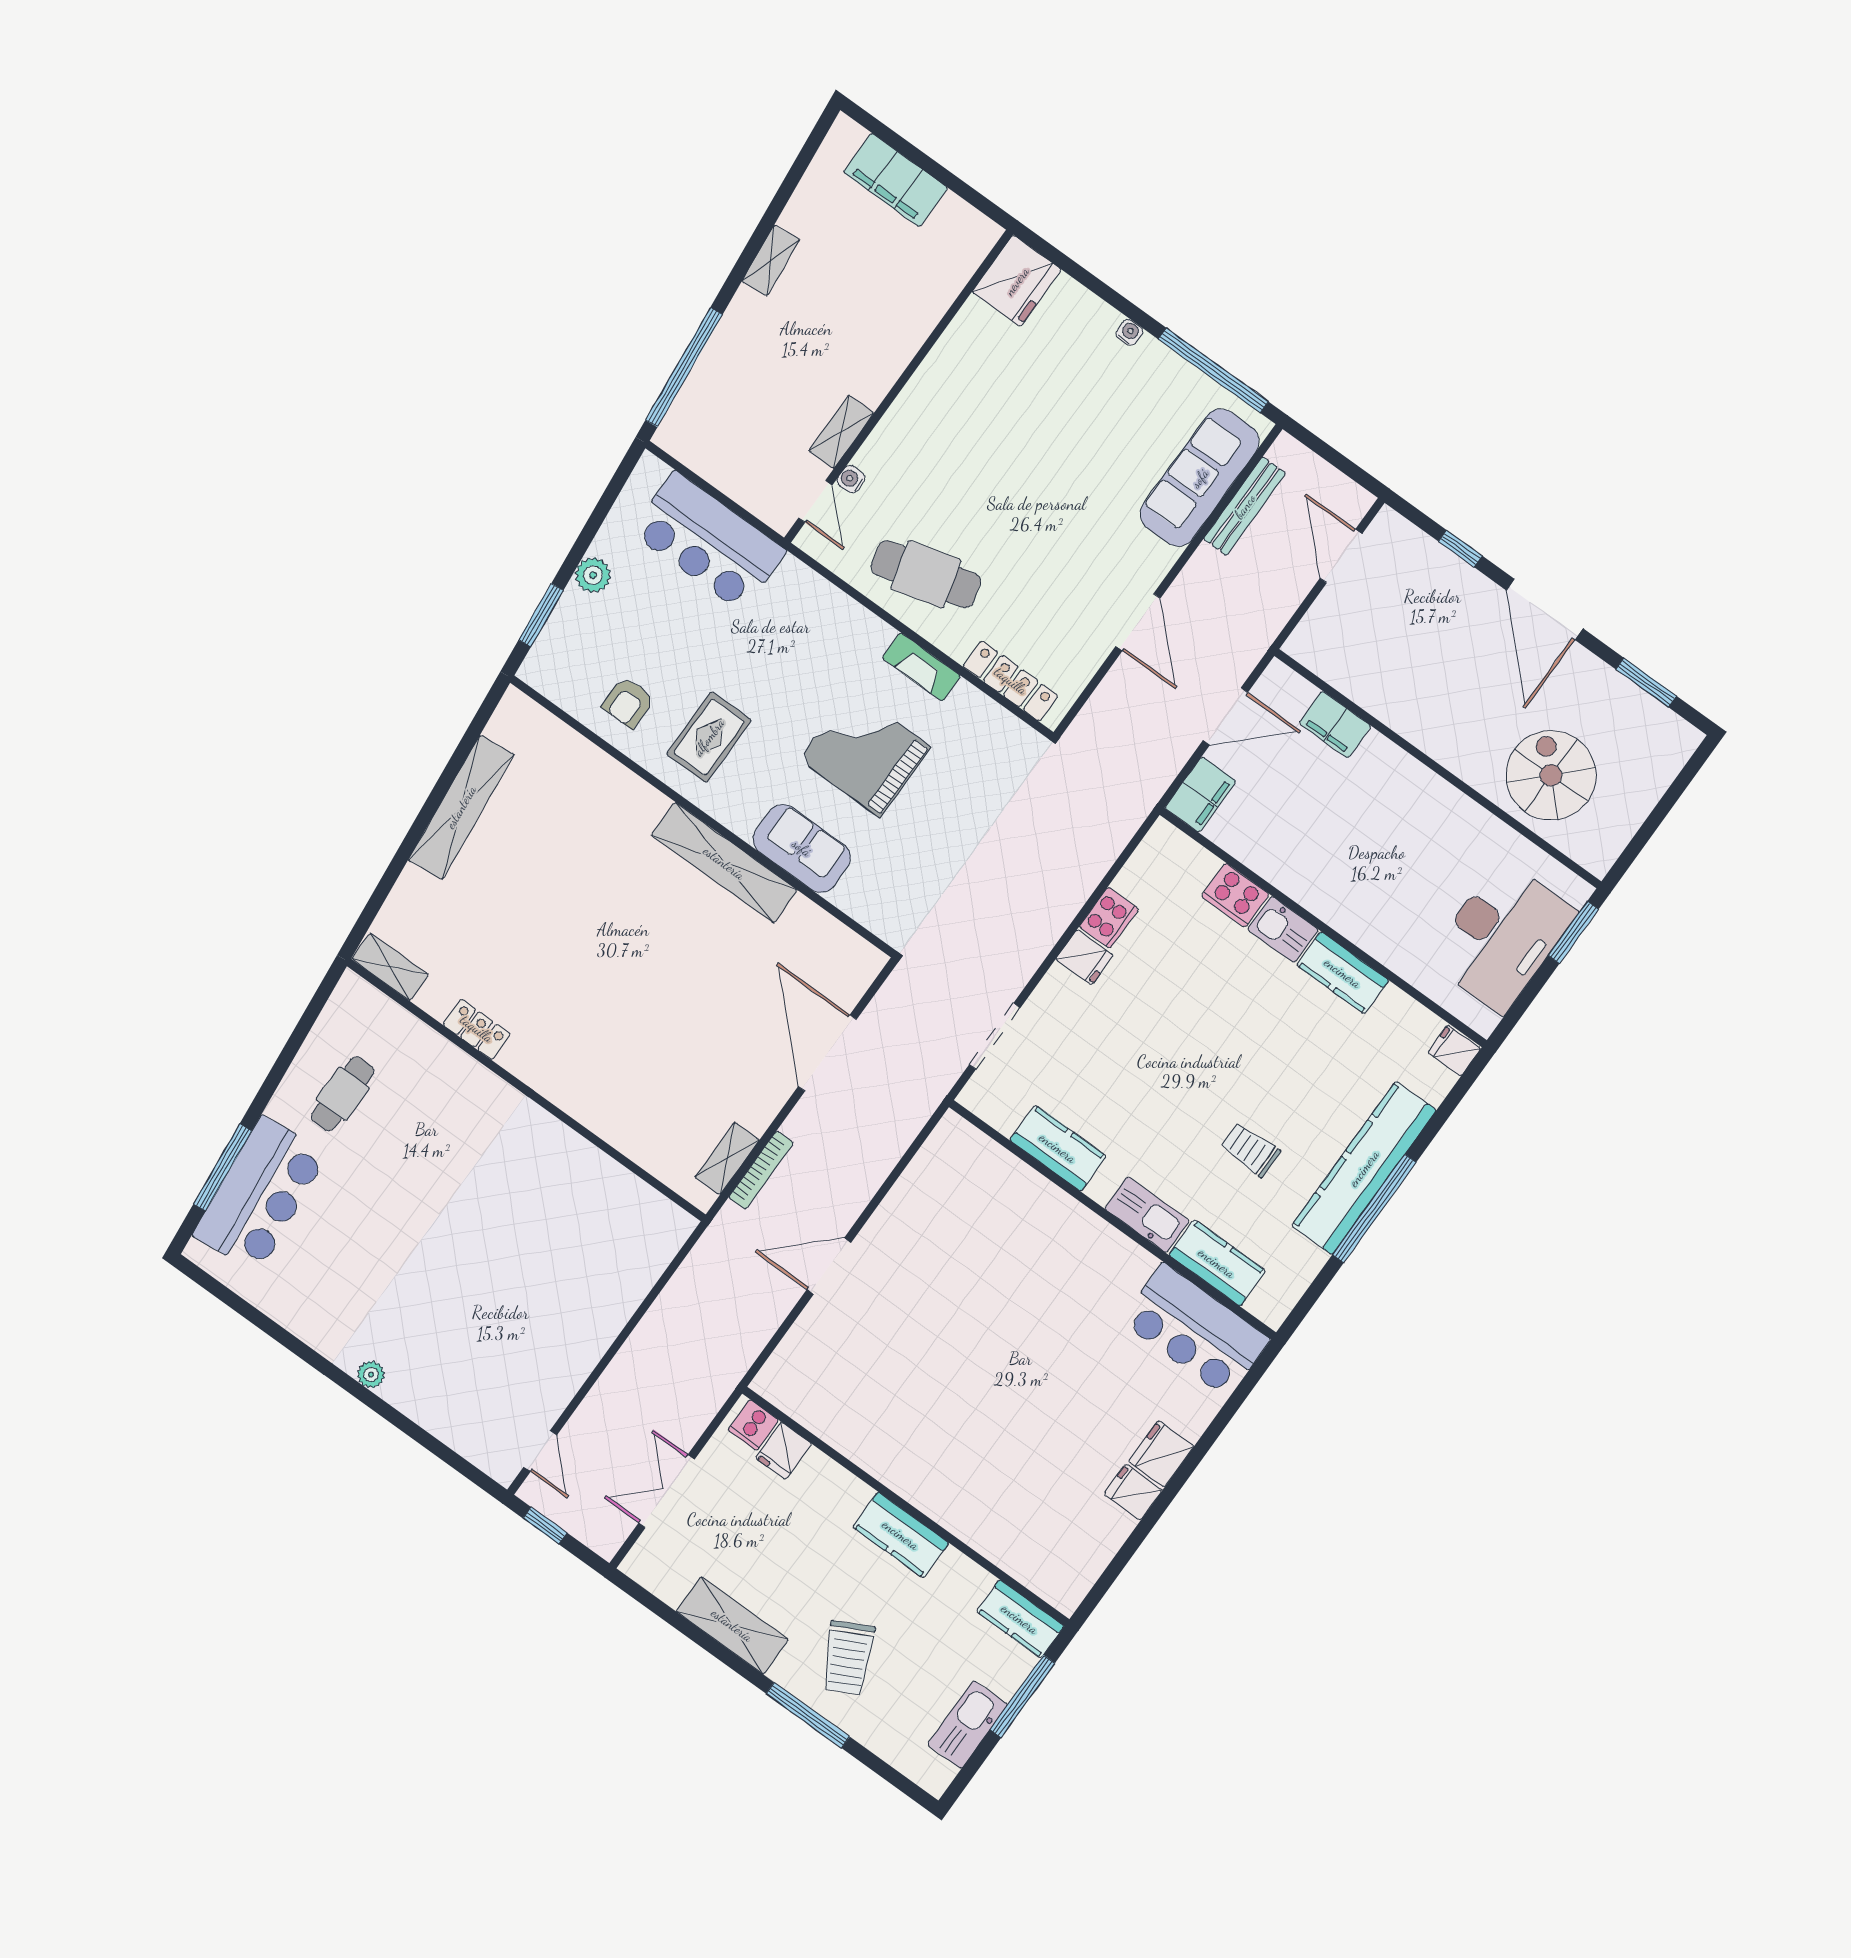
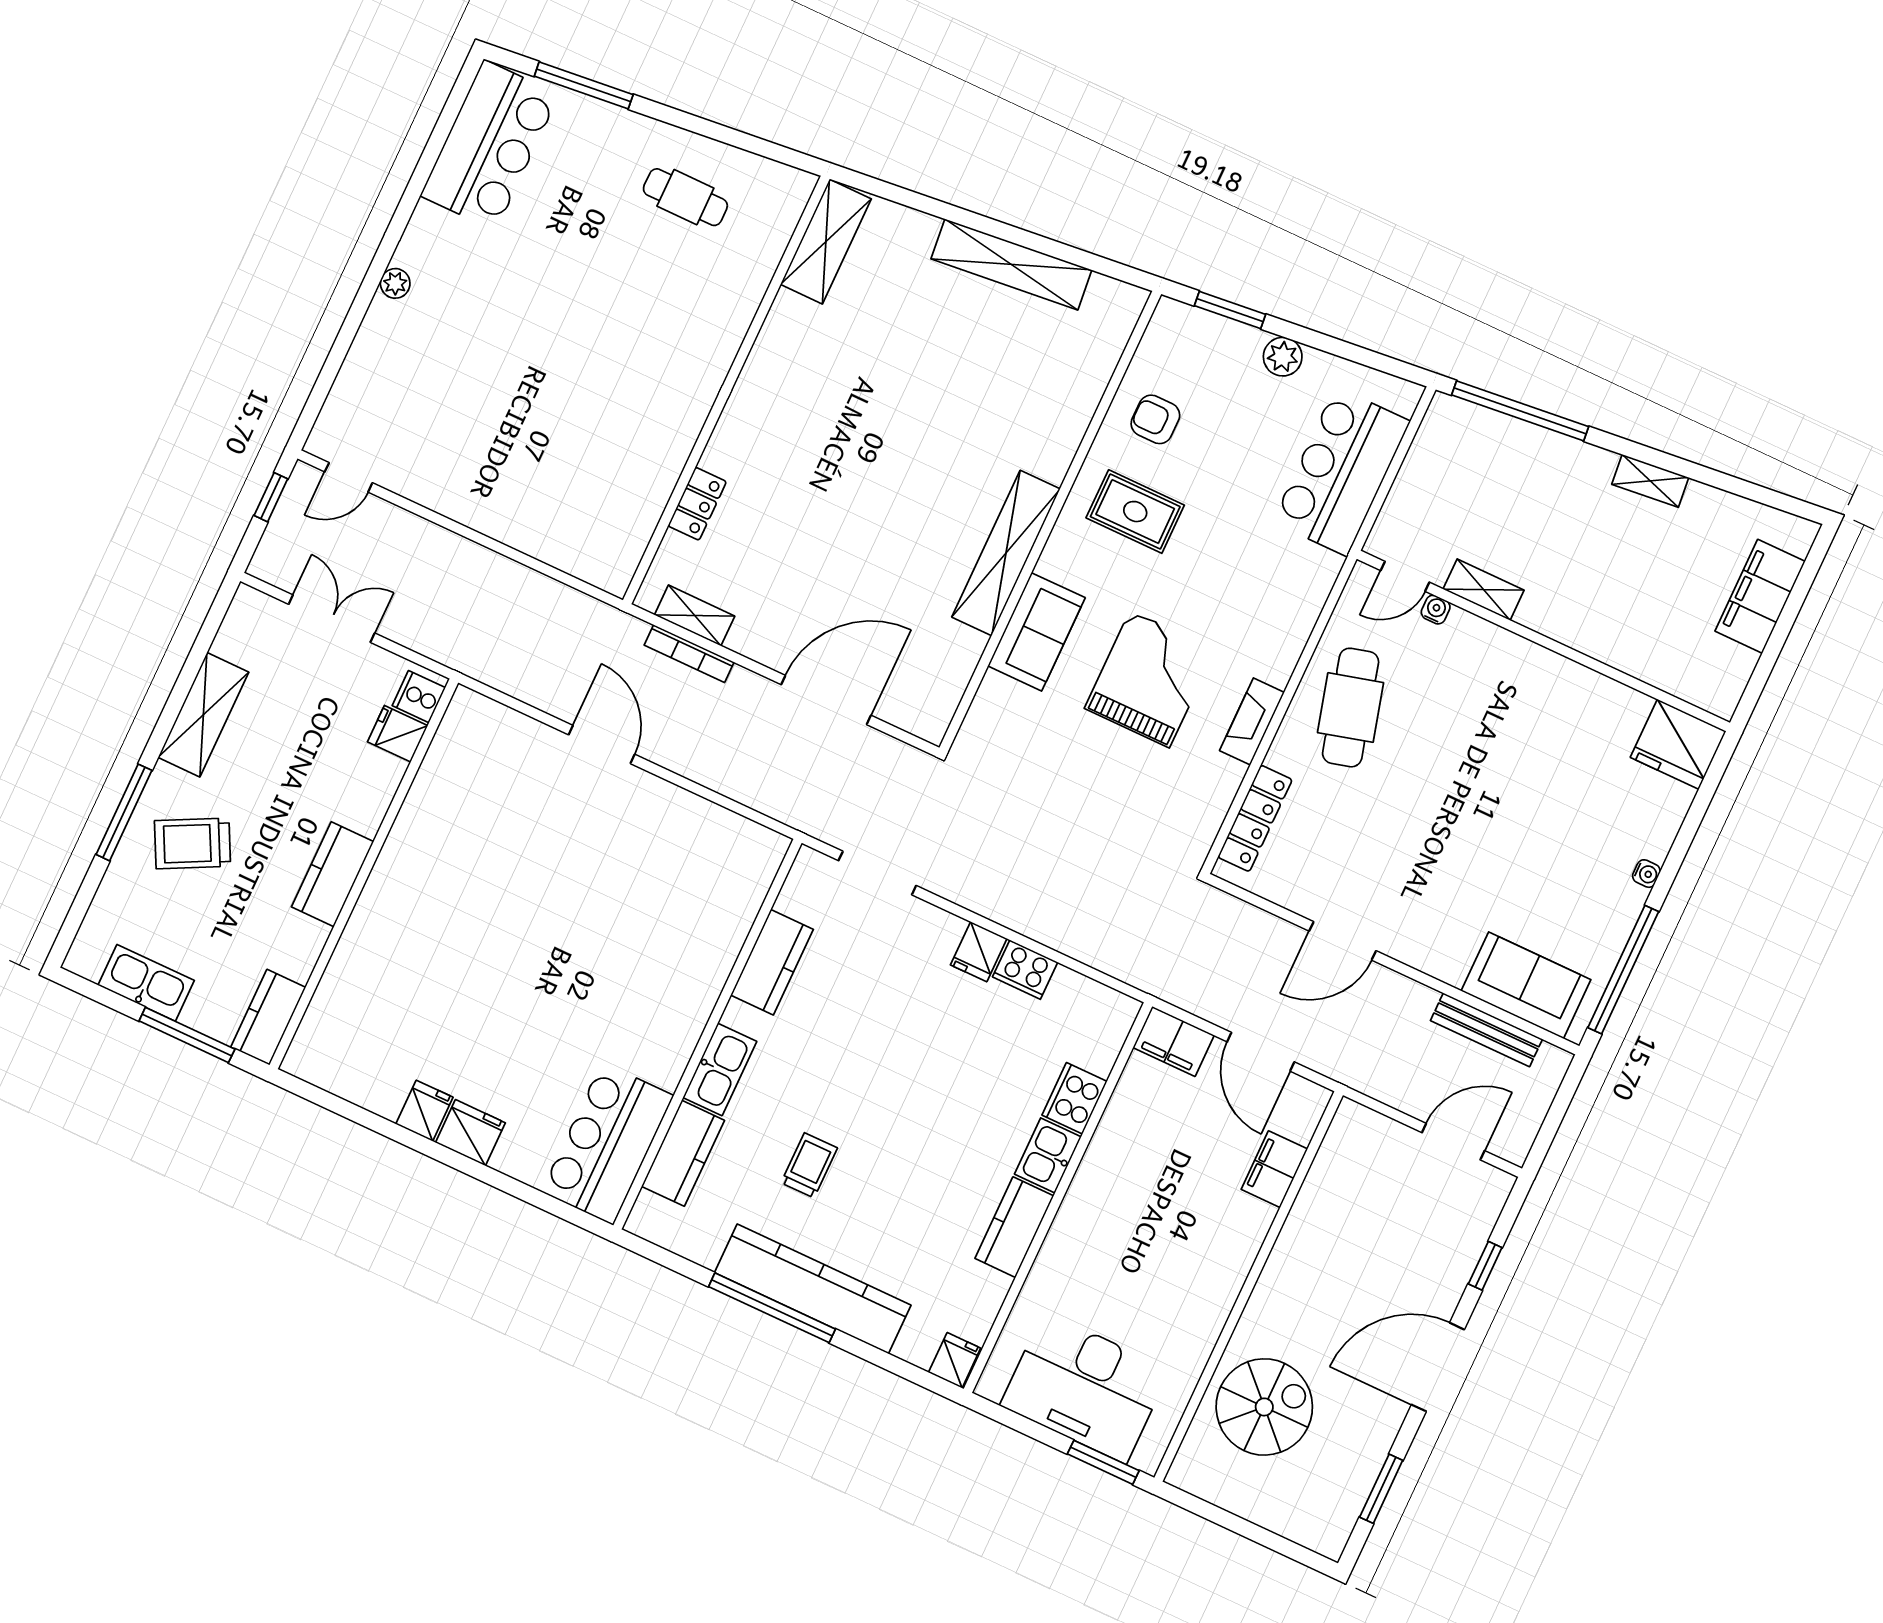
sofa: (1200, 478) -> (1526, 985), width x0.73
shelving: (390, 967) -> (826, 242), width x1.50, depth x1.33
locker: (477, 1029) -> (697, 504), moved
bar counter: (260, 1194) -> (490, 145), moved, turned -84

